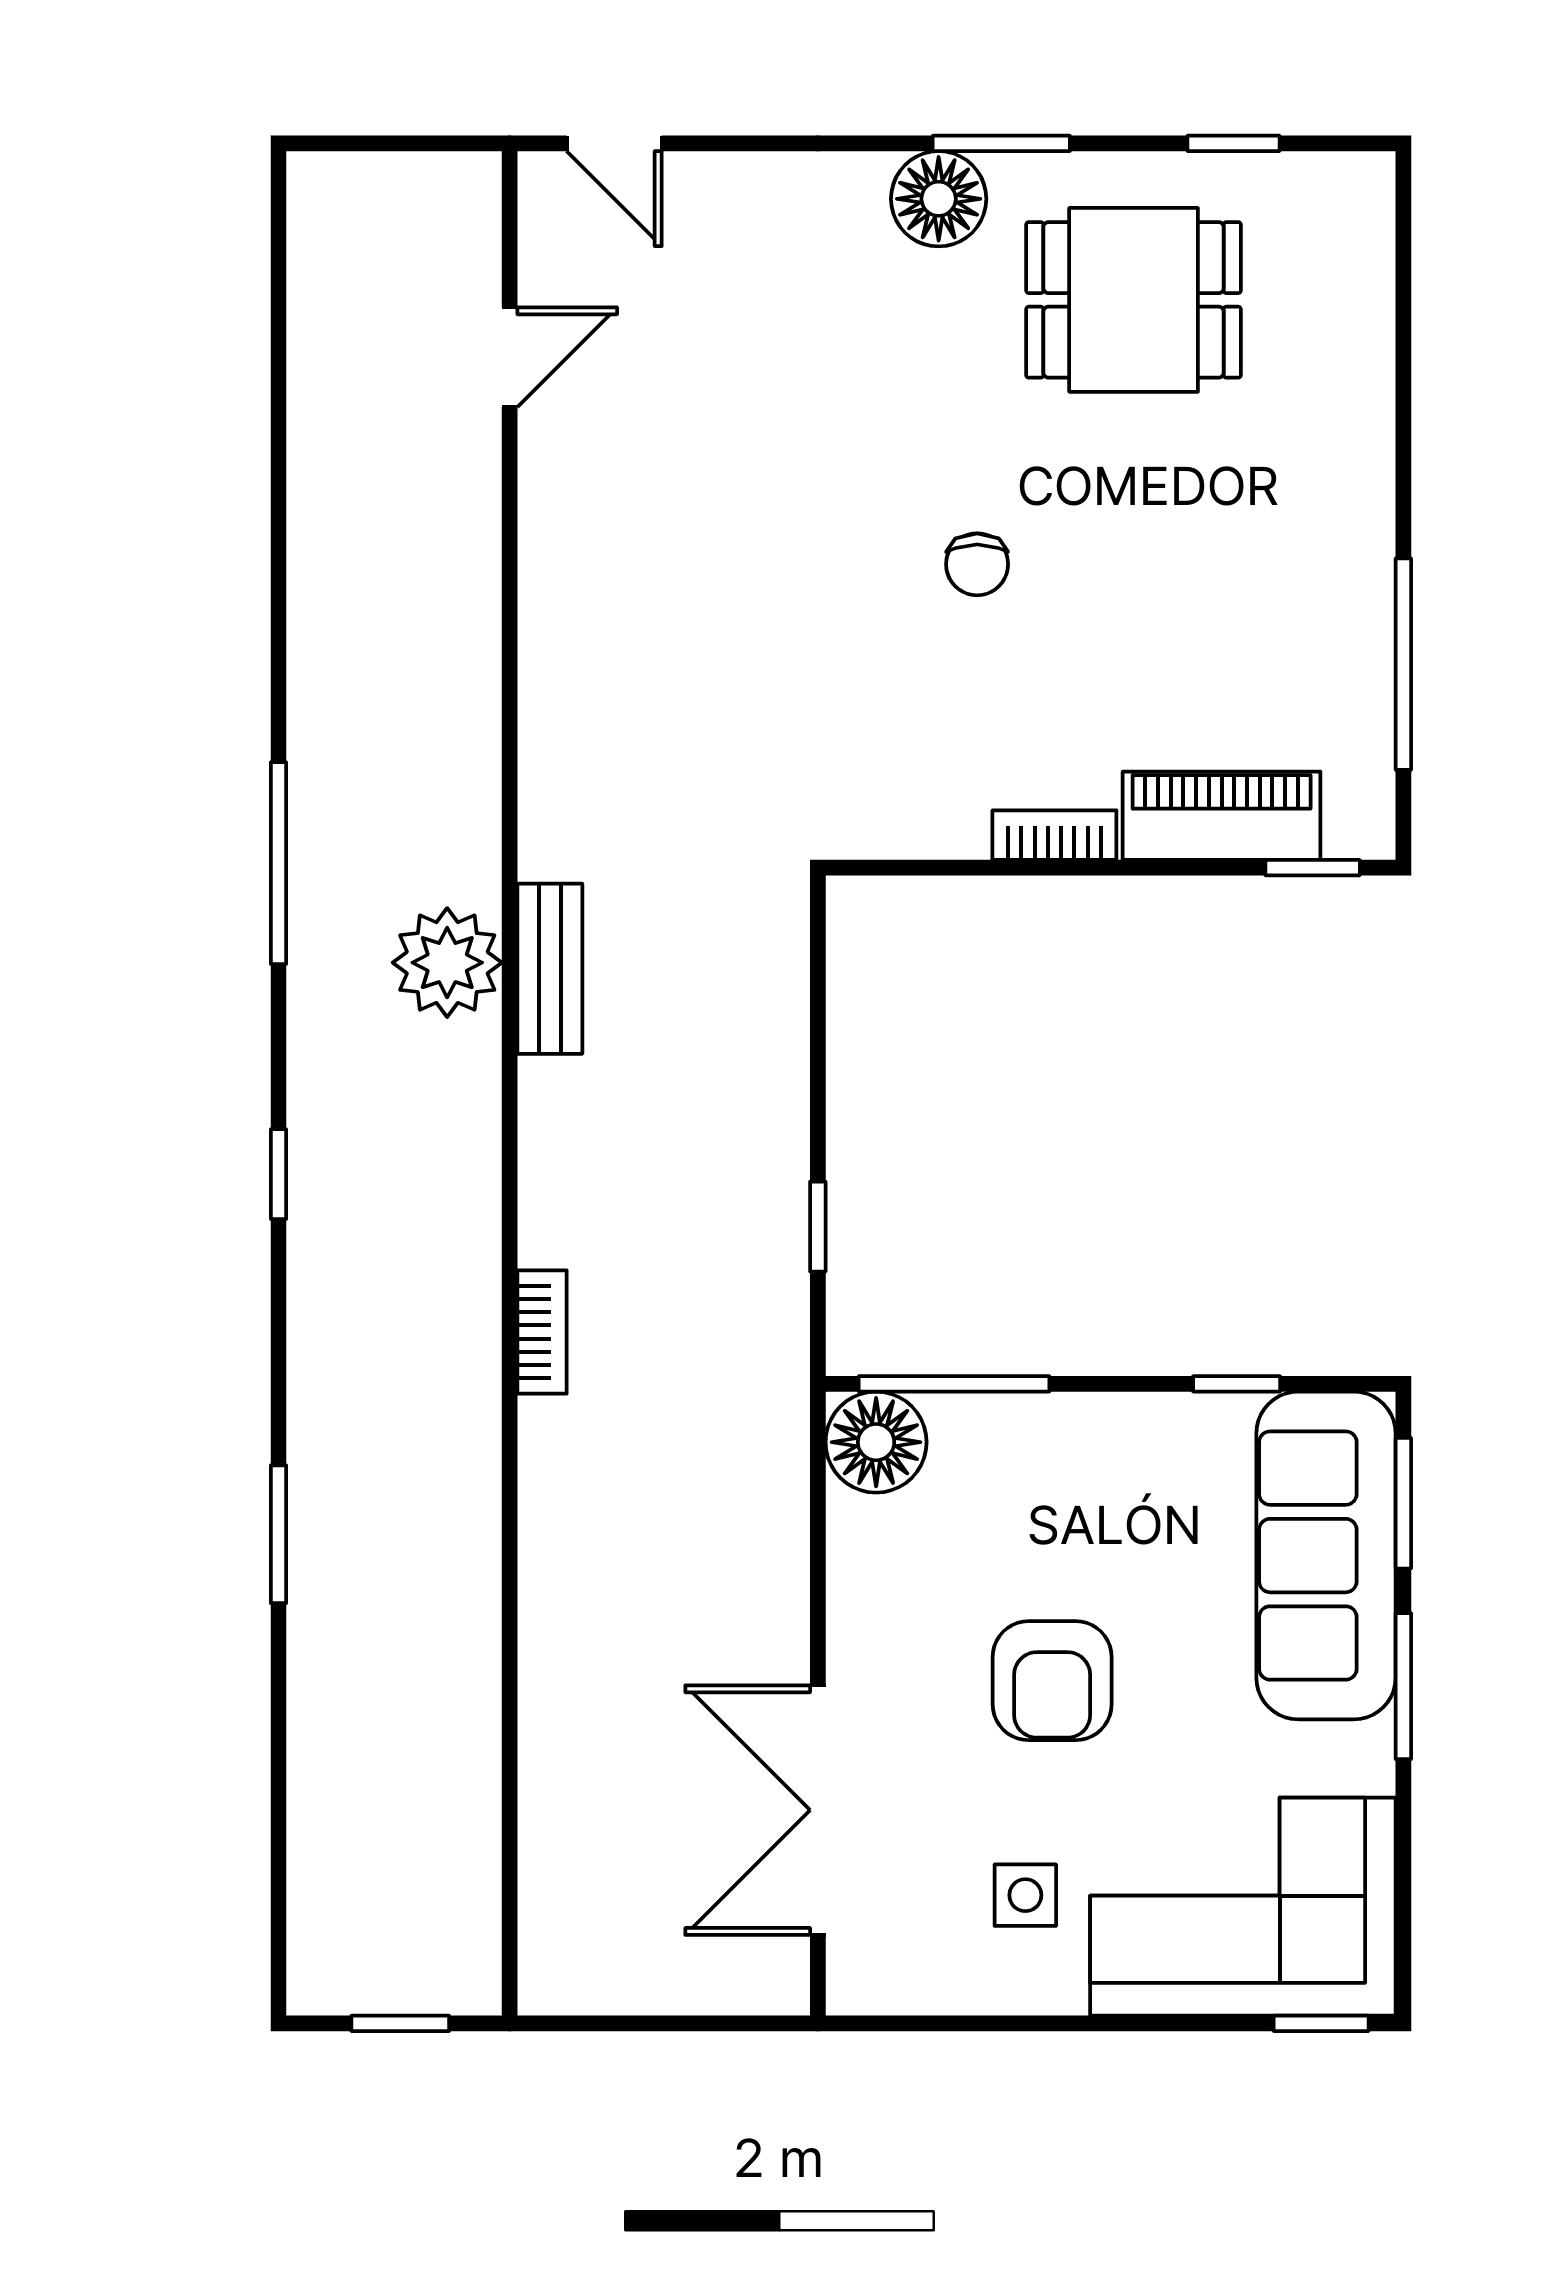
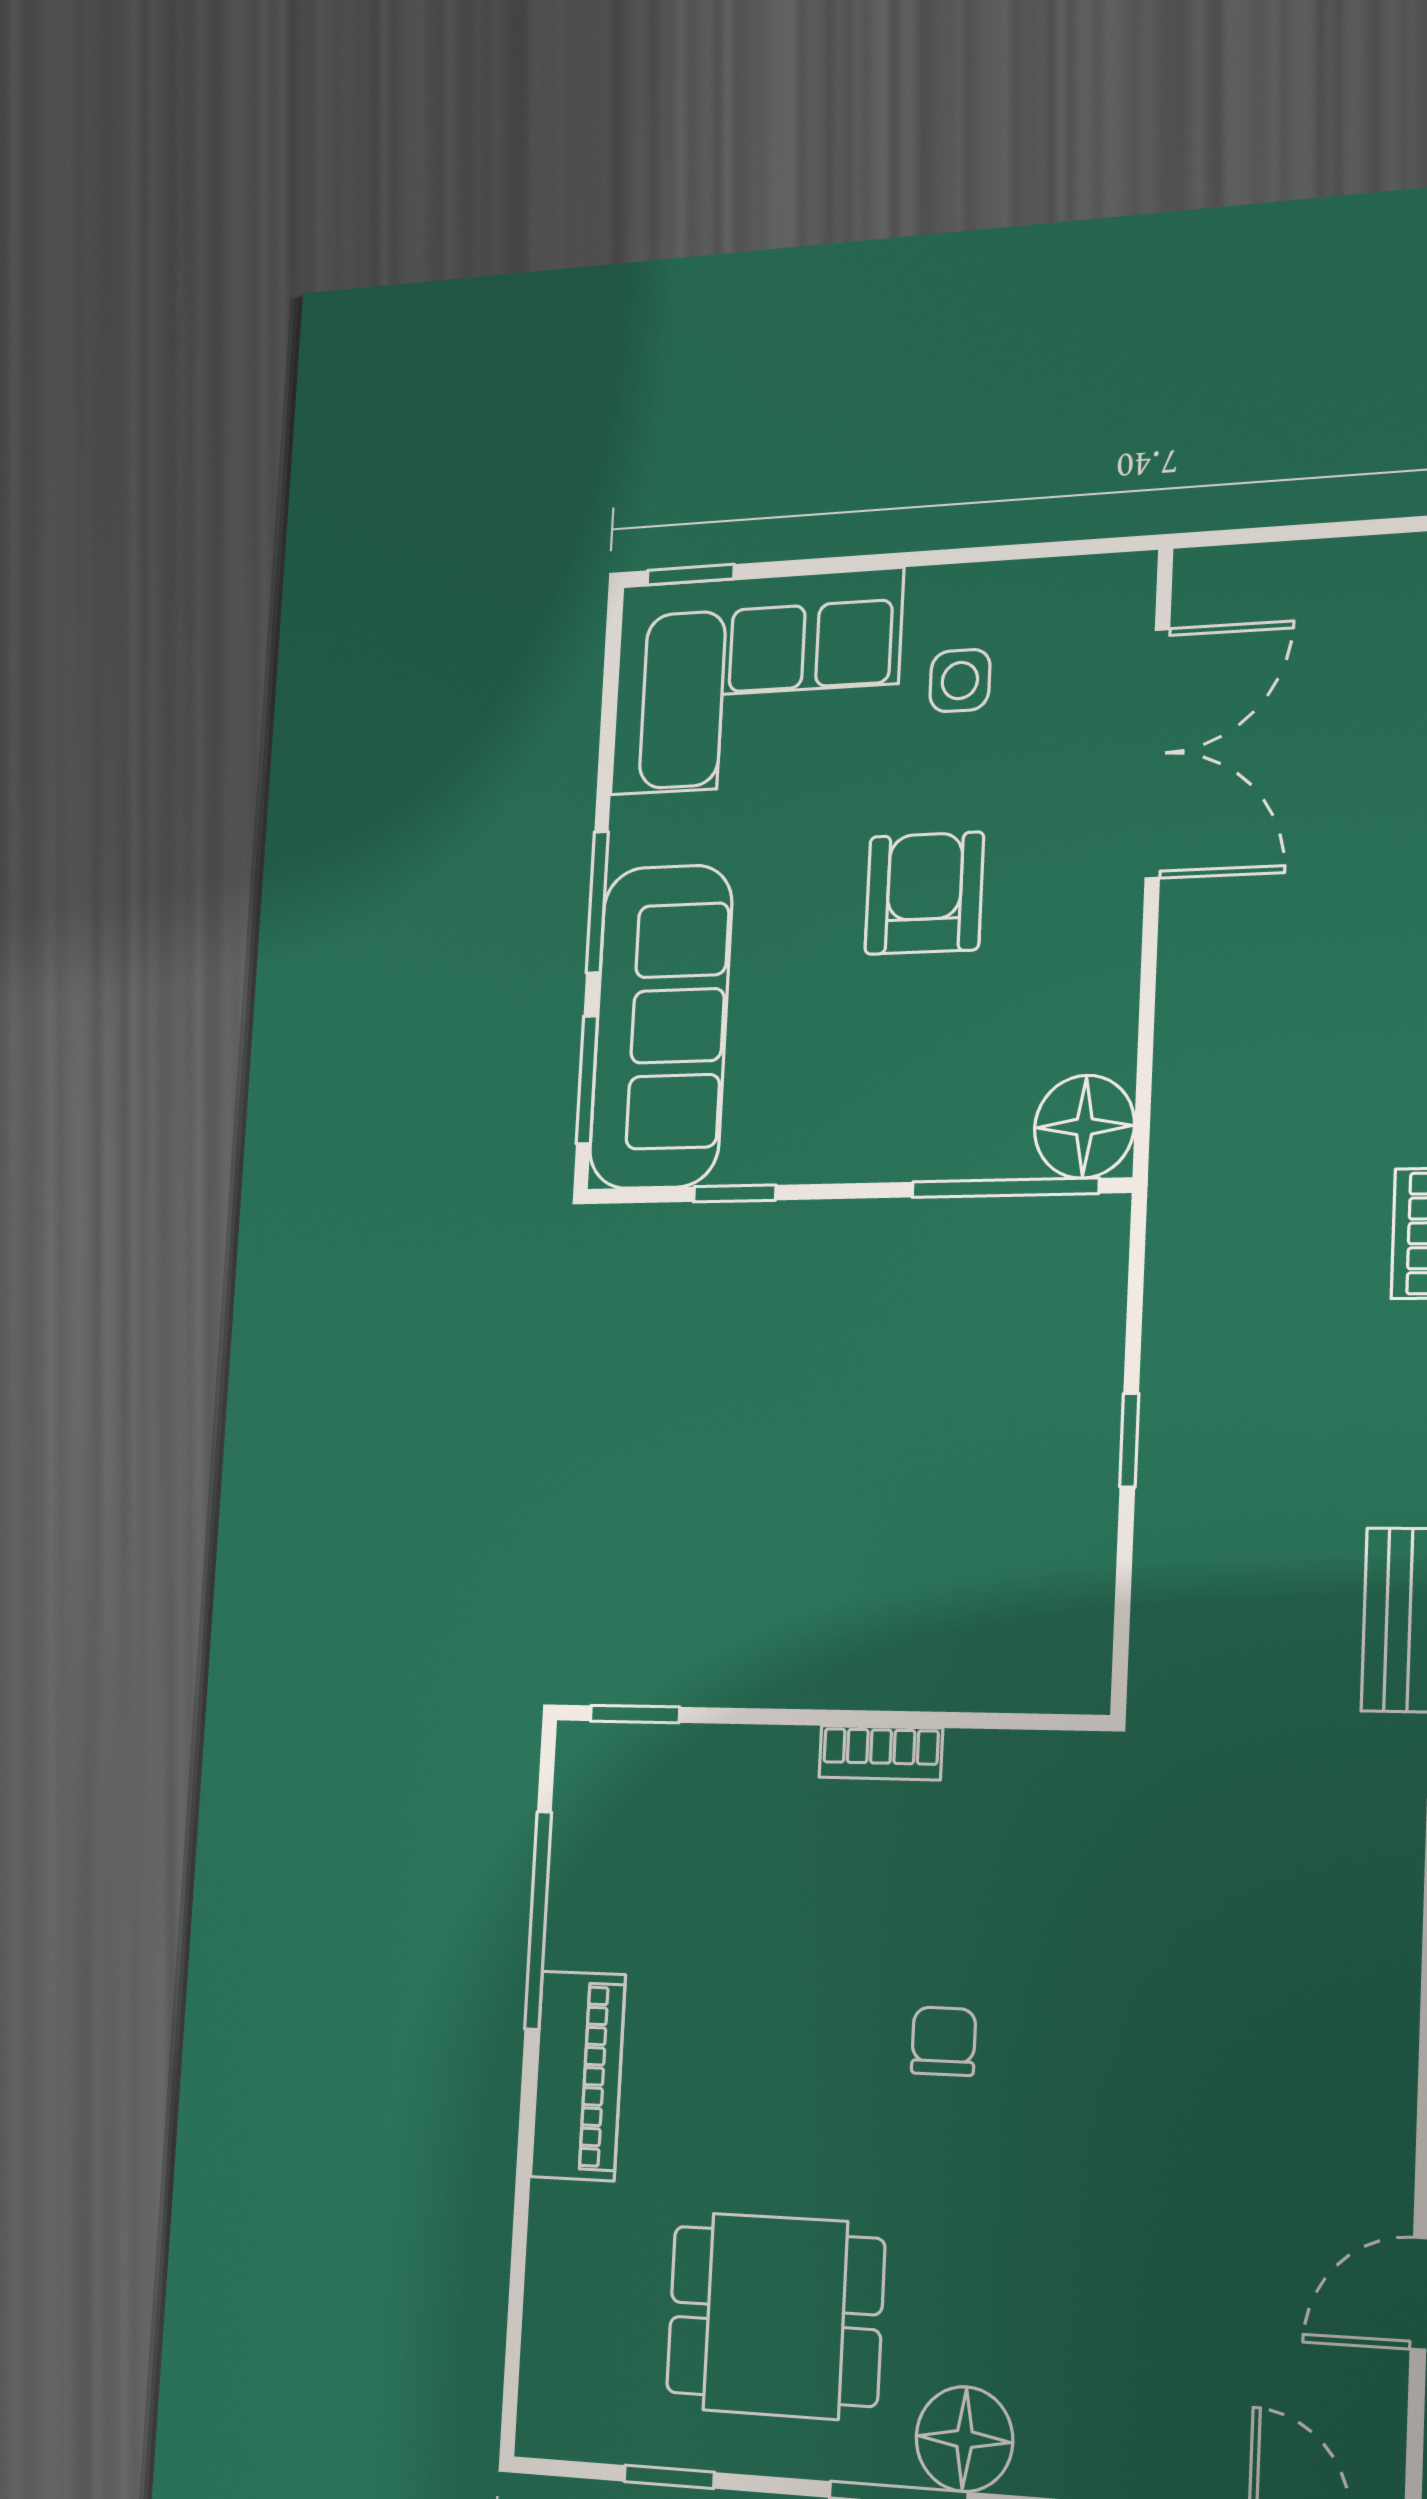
piano: (1222, 816) -> (578, 2076), moved, turned -90
window: (818, 1227) -> (1129, 1440), moved

